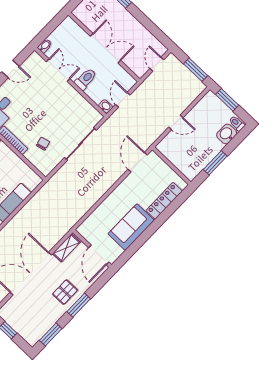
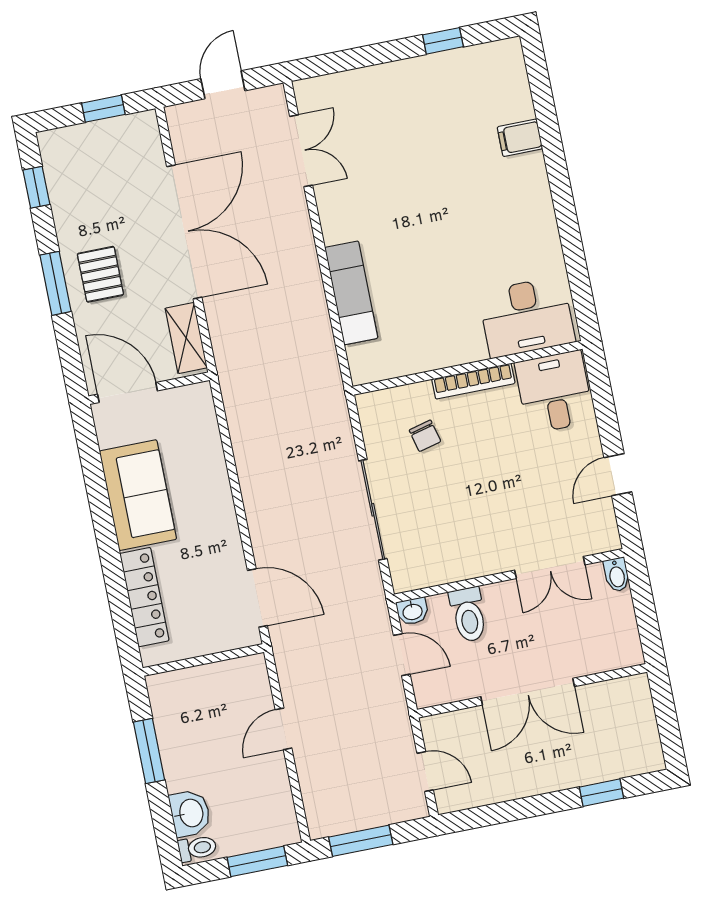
toilet: (85, 79) -> (468, 615), moved
window: (51, 334) -> (36, 187), width x0.67

